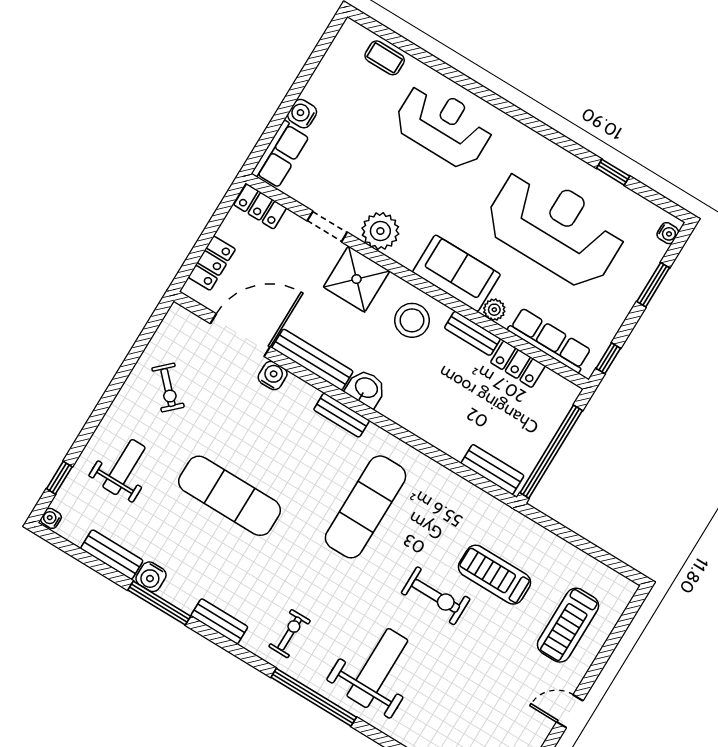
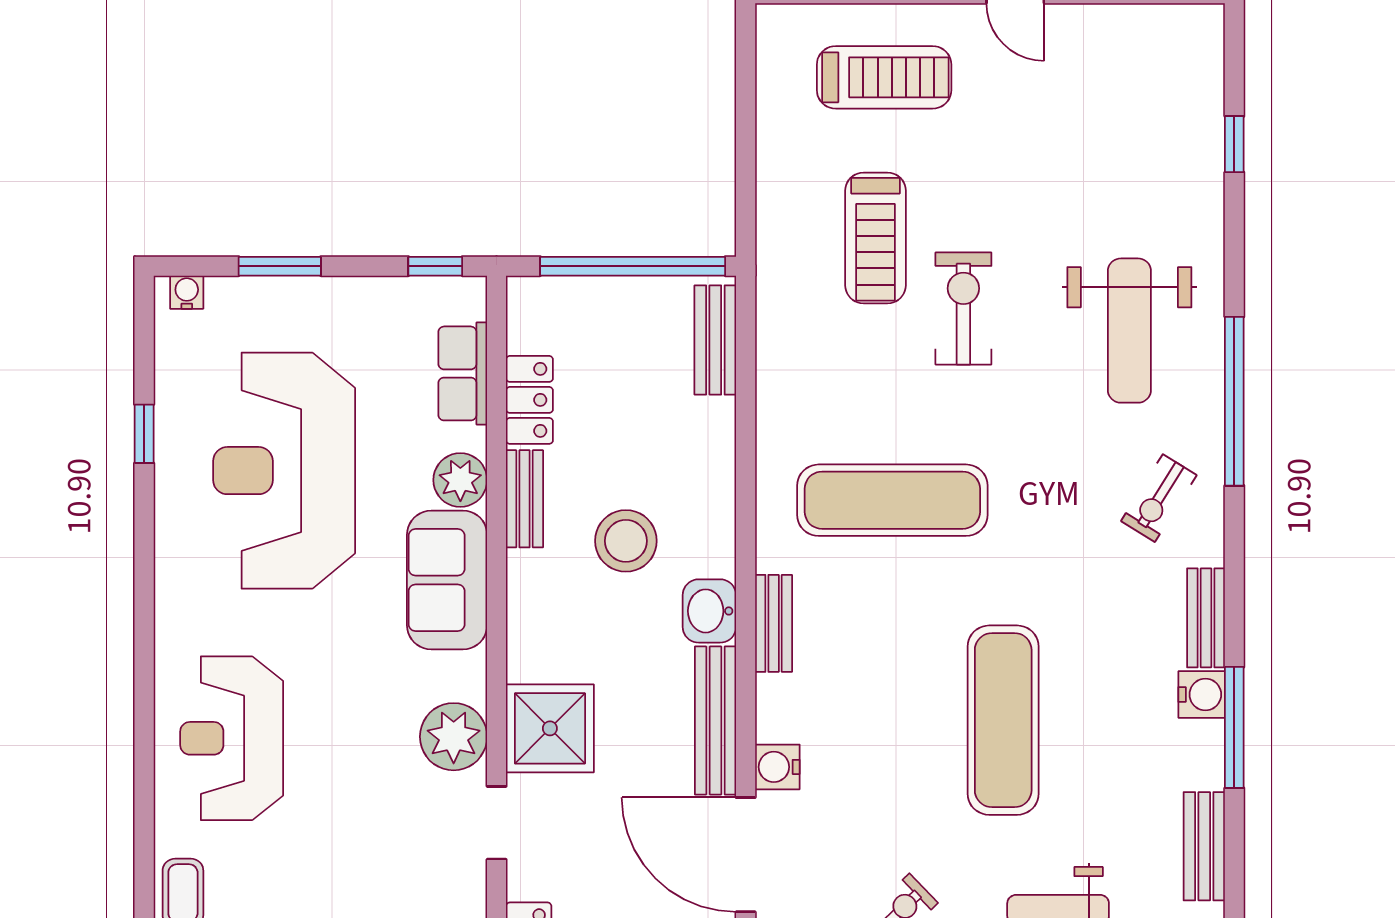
plant: (494, 310) -> (460, 480), width x1.38, depth x1.38
stool: (412, 320) -> (626, 541), moved
row of seats: (550, 340) -> (463, 373), width x0.68
water cooler: (151, 577) -> (1202, 694), moved
exercise bike: (290, 634) -> (1159, 498), turned -58
weight bench: (377, 668) -> (1129, 331), turned -90

